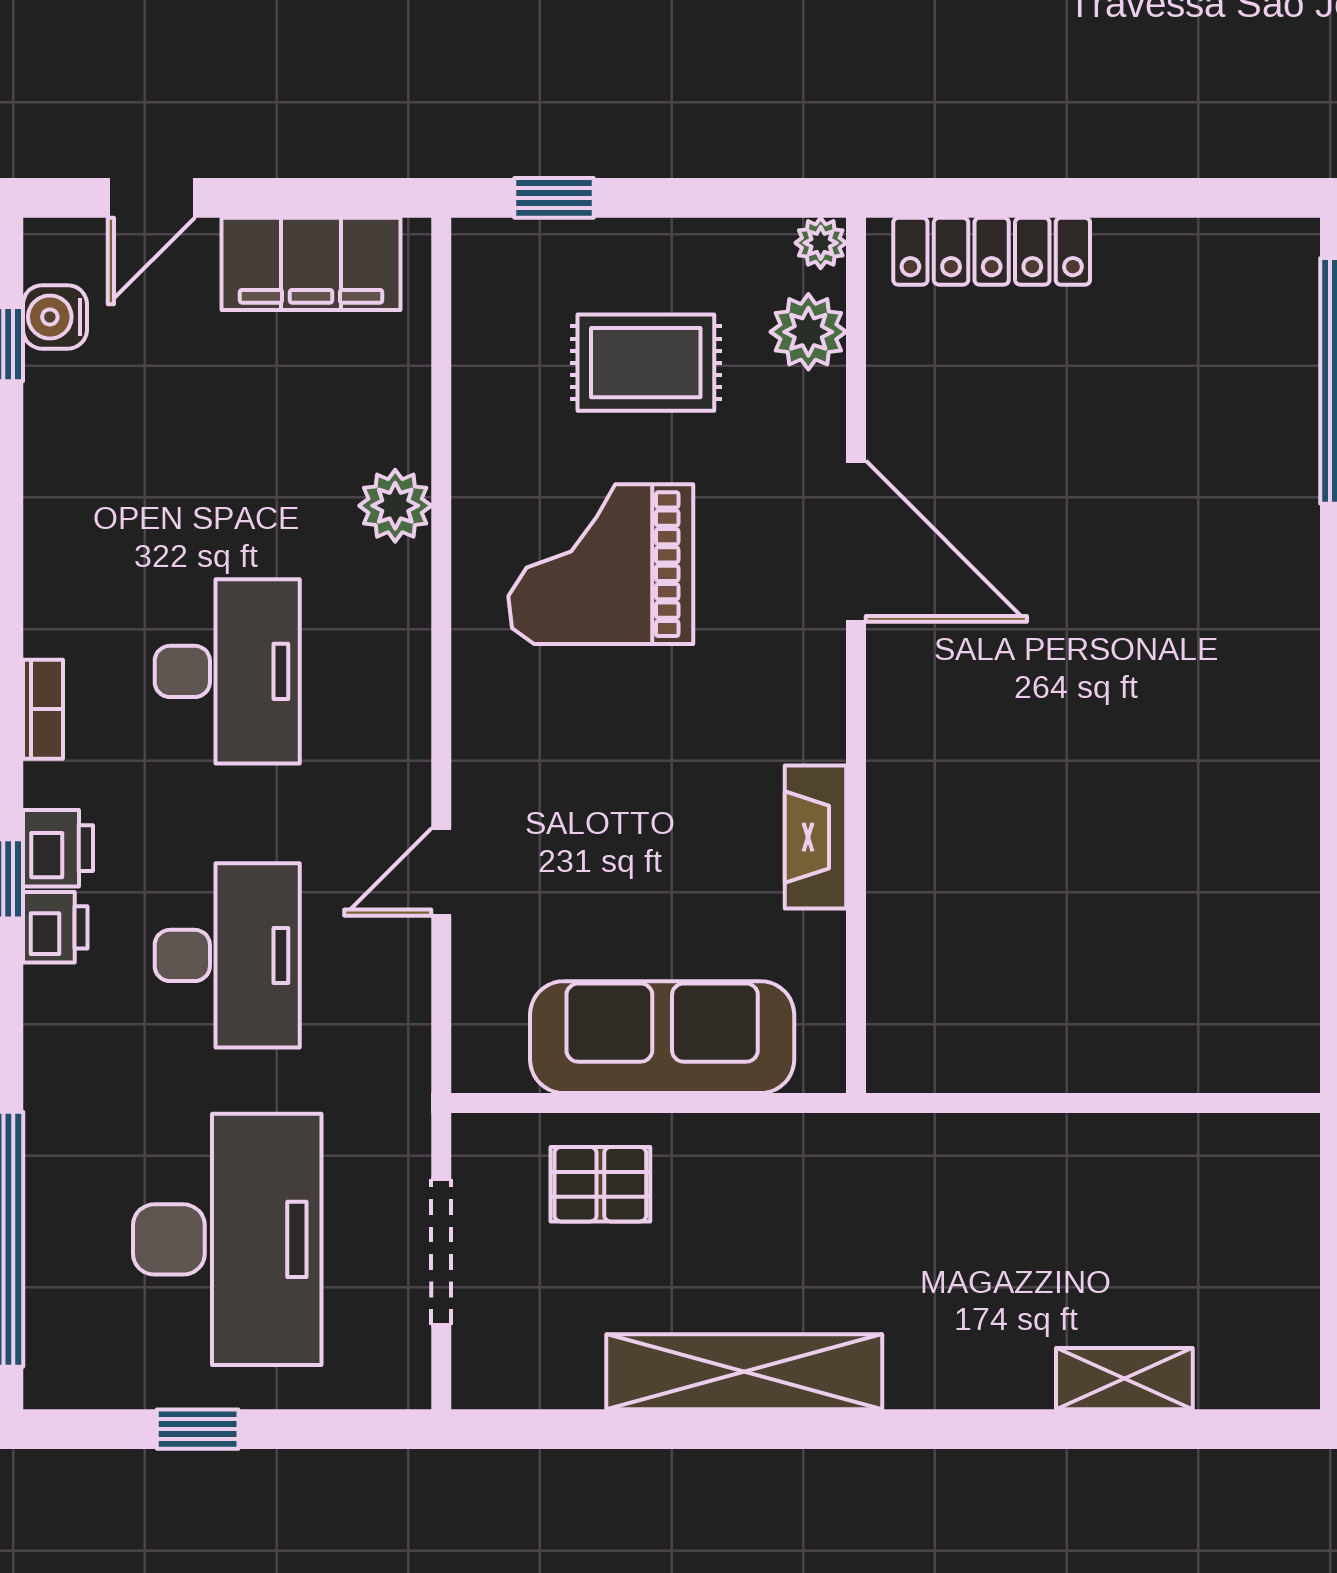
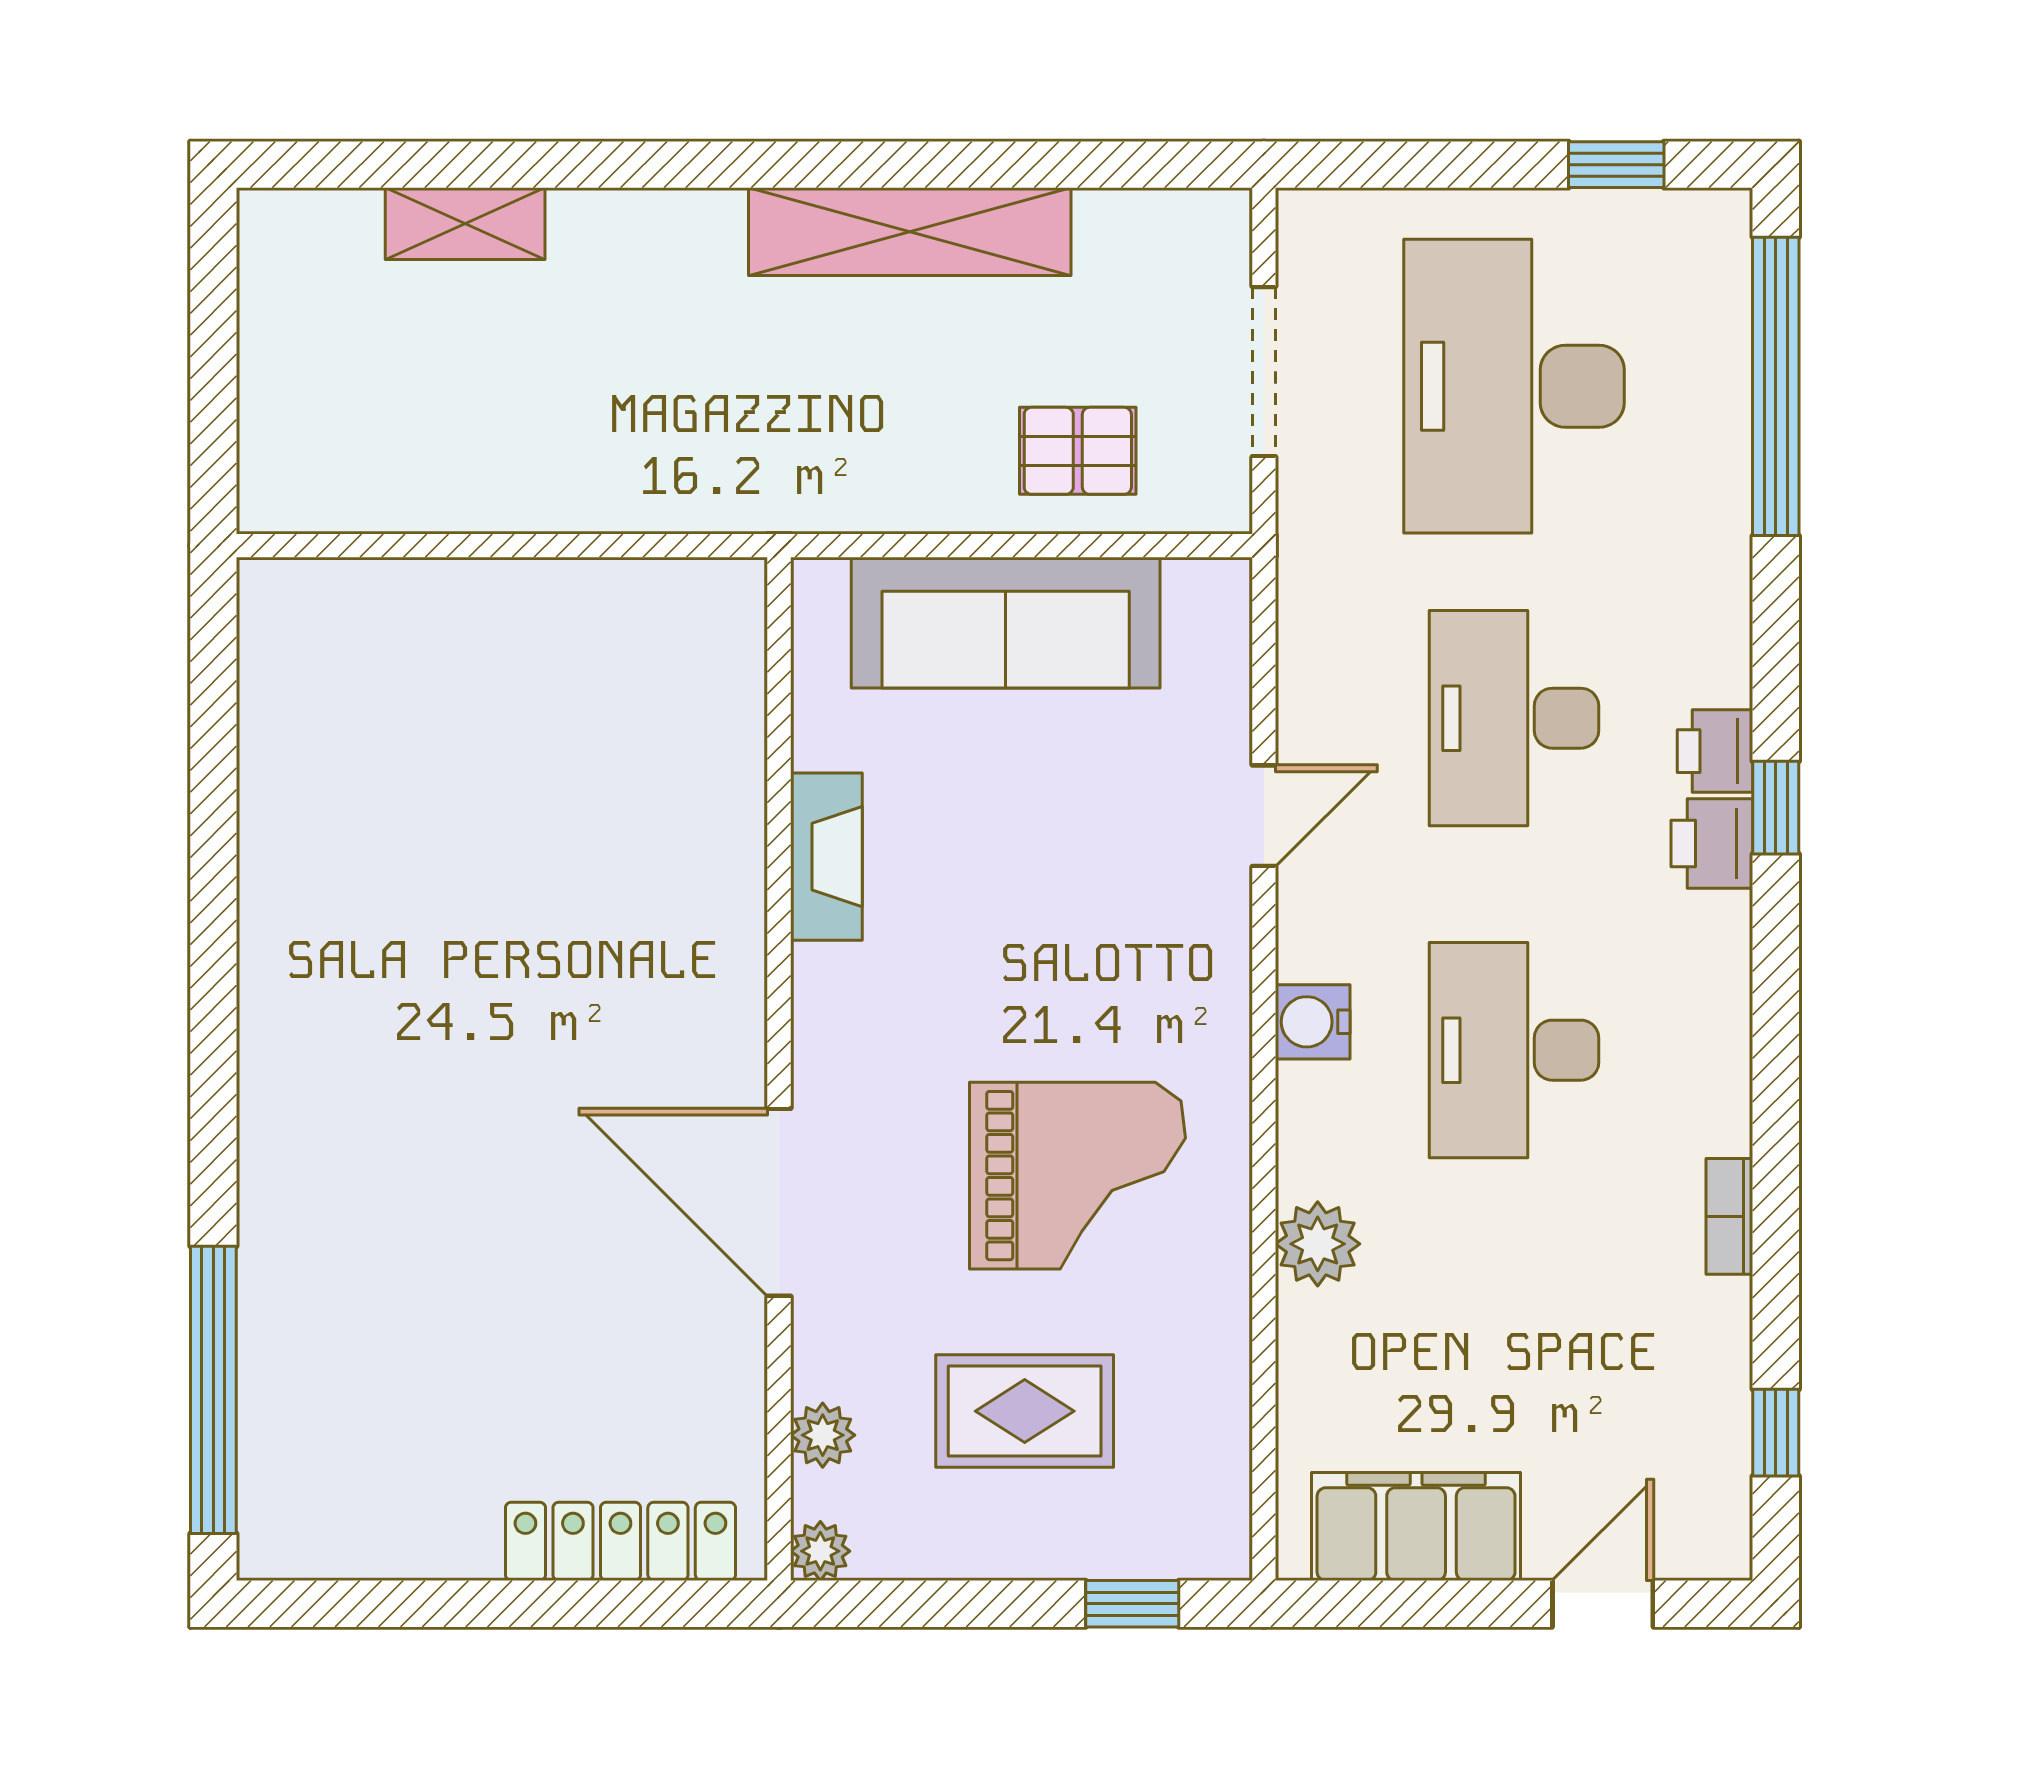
water cooler: (55, 317) -> (1313, 1022), moved, turned 180
plant: (808, 332) -> (823, 1435), width x0.73, depth x0.73
bookcase: (43, 709) -> (1729, 1216), moved
window: (198, 1429) -> (1616, 165), moved

